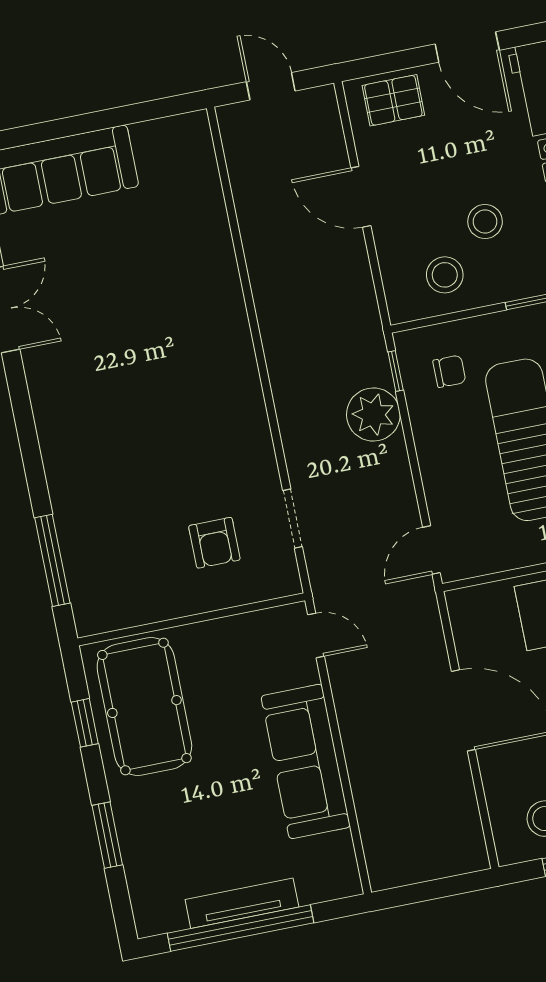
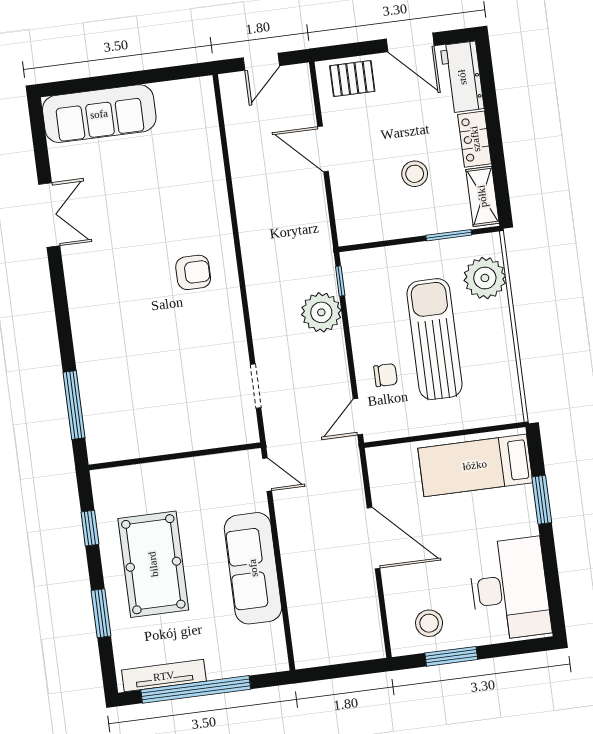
door: (271, 86) -> (261, 62), swing flipped
stool: (445, 275) -> (382, 212), removed
chair: (449, 371) -> (386, 375), moved
armchair: (214, 543) -> (193, 272), moved, turned -90
pool table: (144, 707) -> (153, 564), moved
tv unit: (242, 903) -> (164, 676), moved

